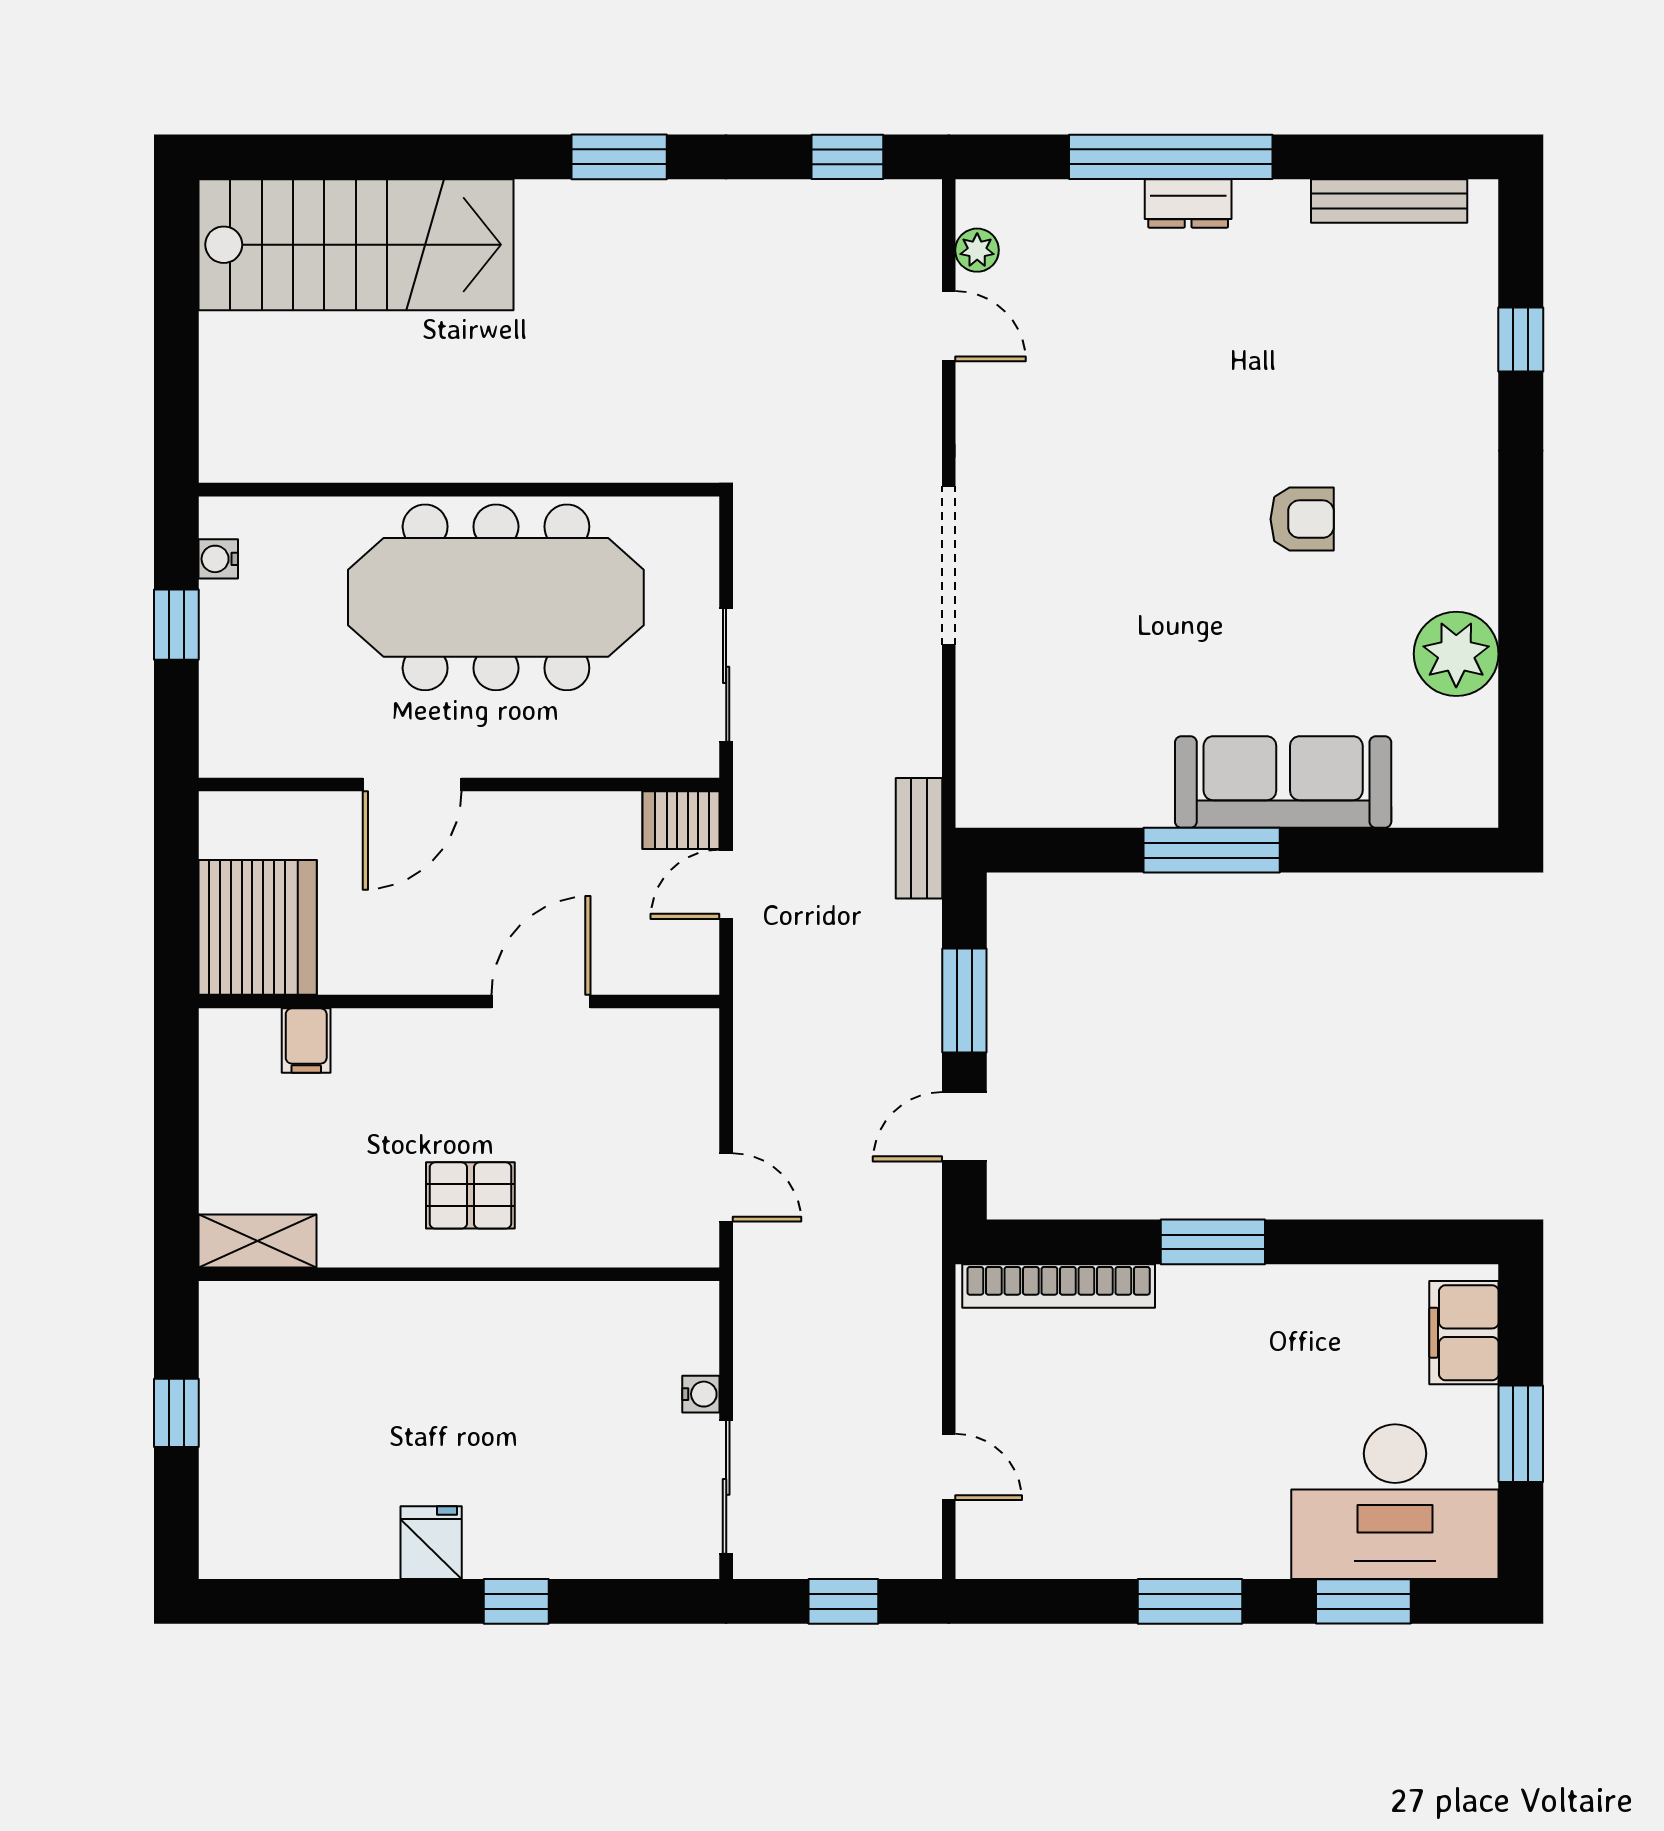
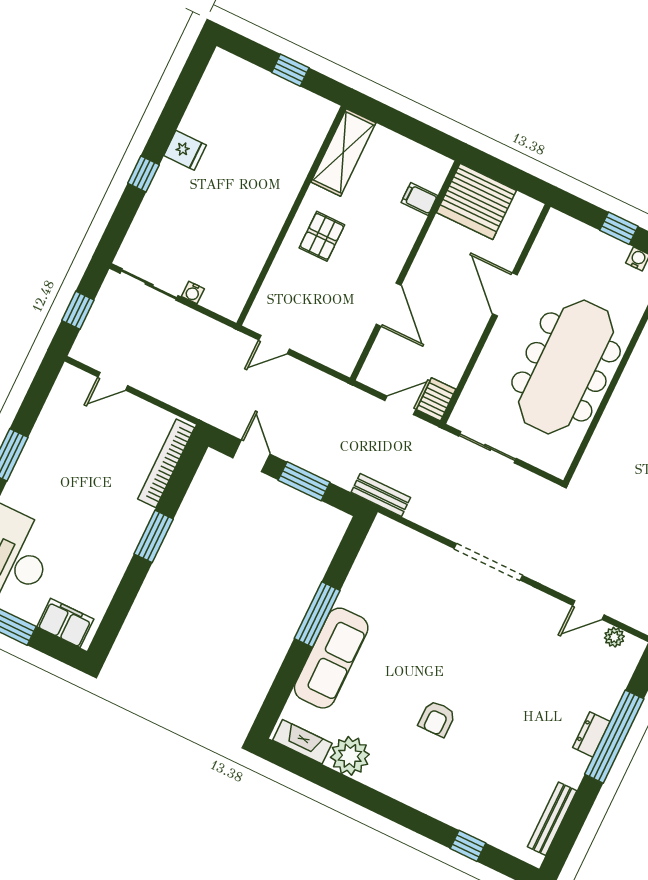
fireplace: (1473, 760) -> (302, 742), added
door: (726, 884) -> (400, 405), hinge flipped
shelving: (257, 1241) -> (343, 152), width x1.50, depth x1.33

